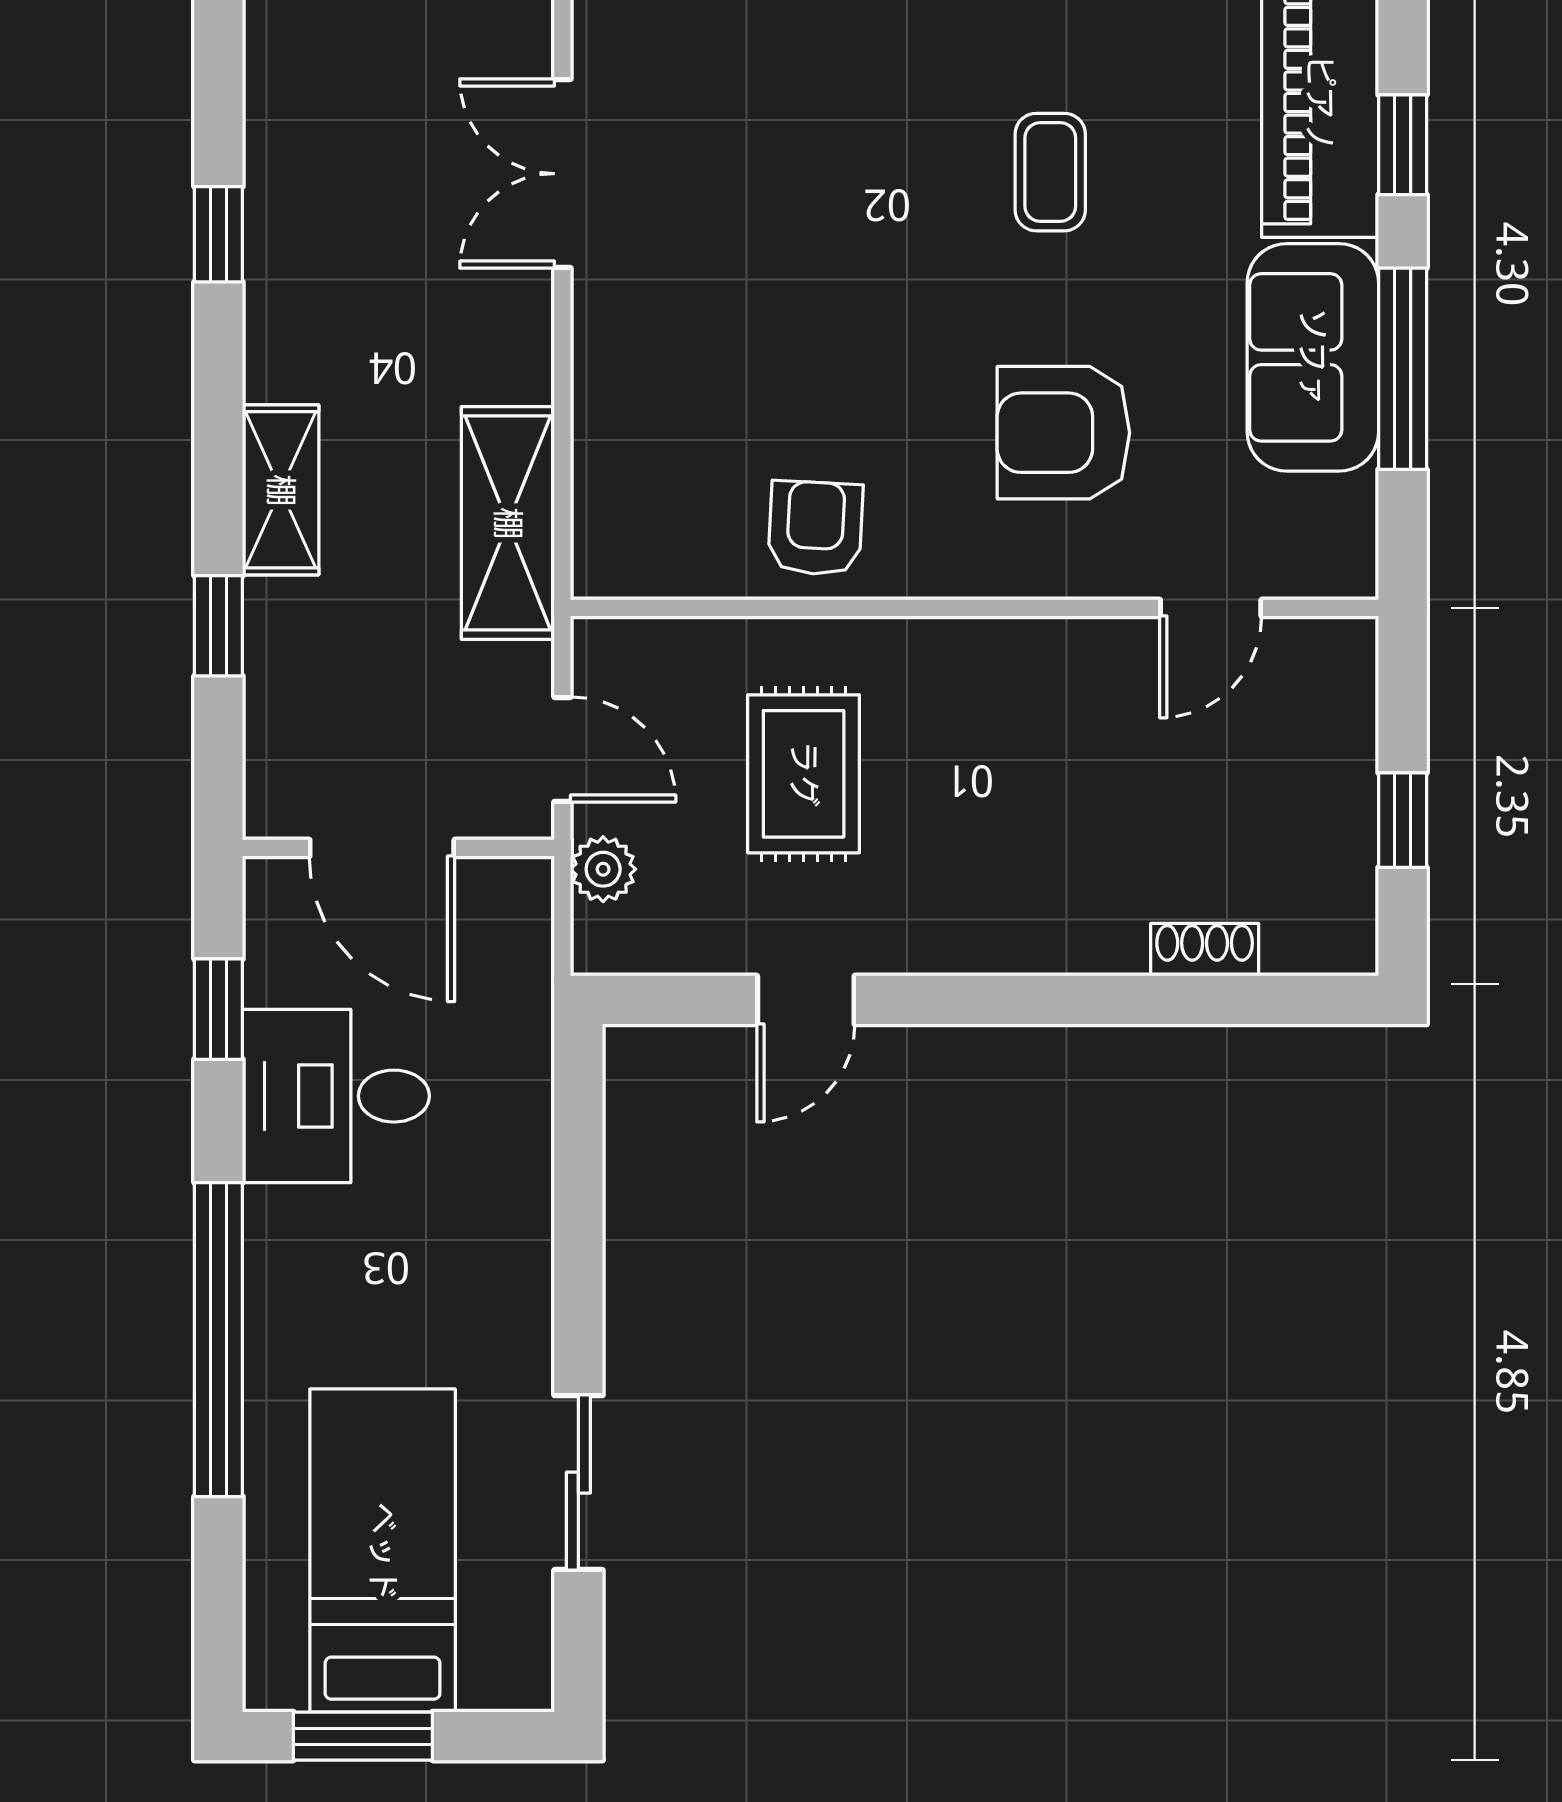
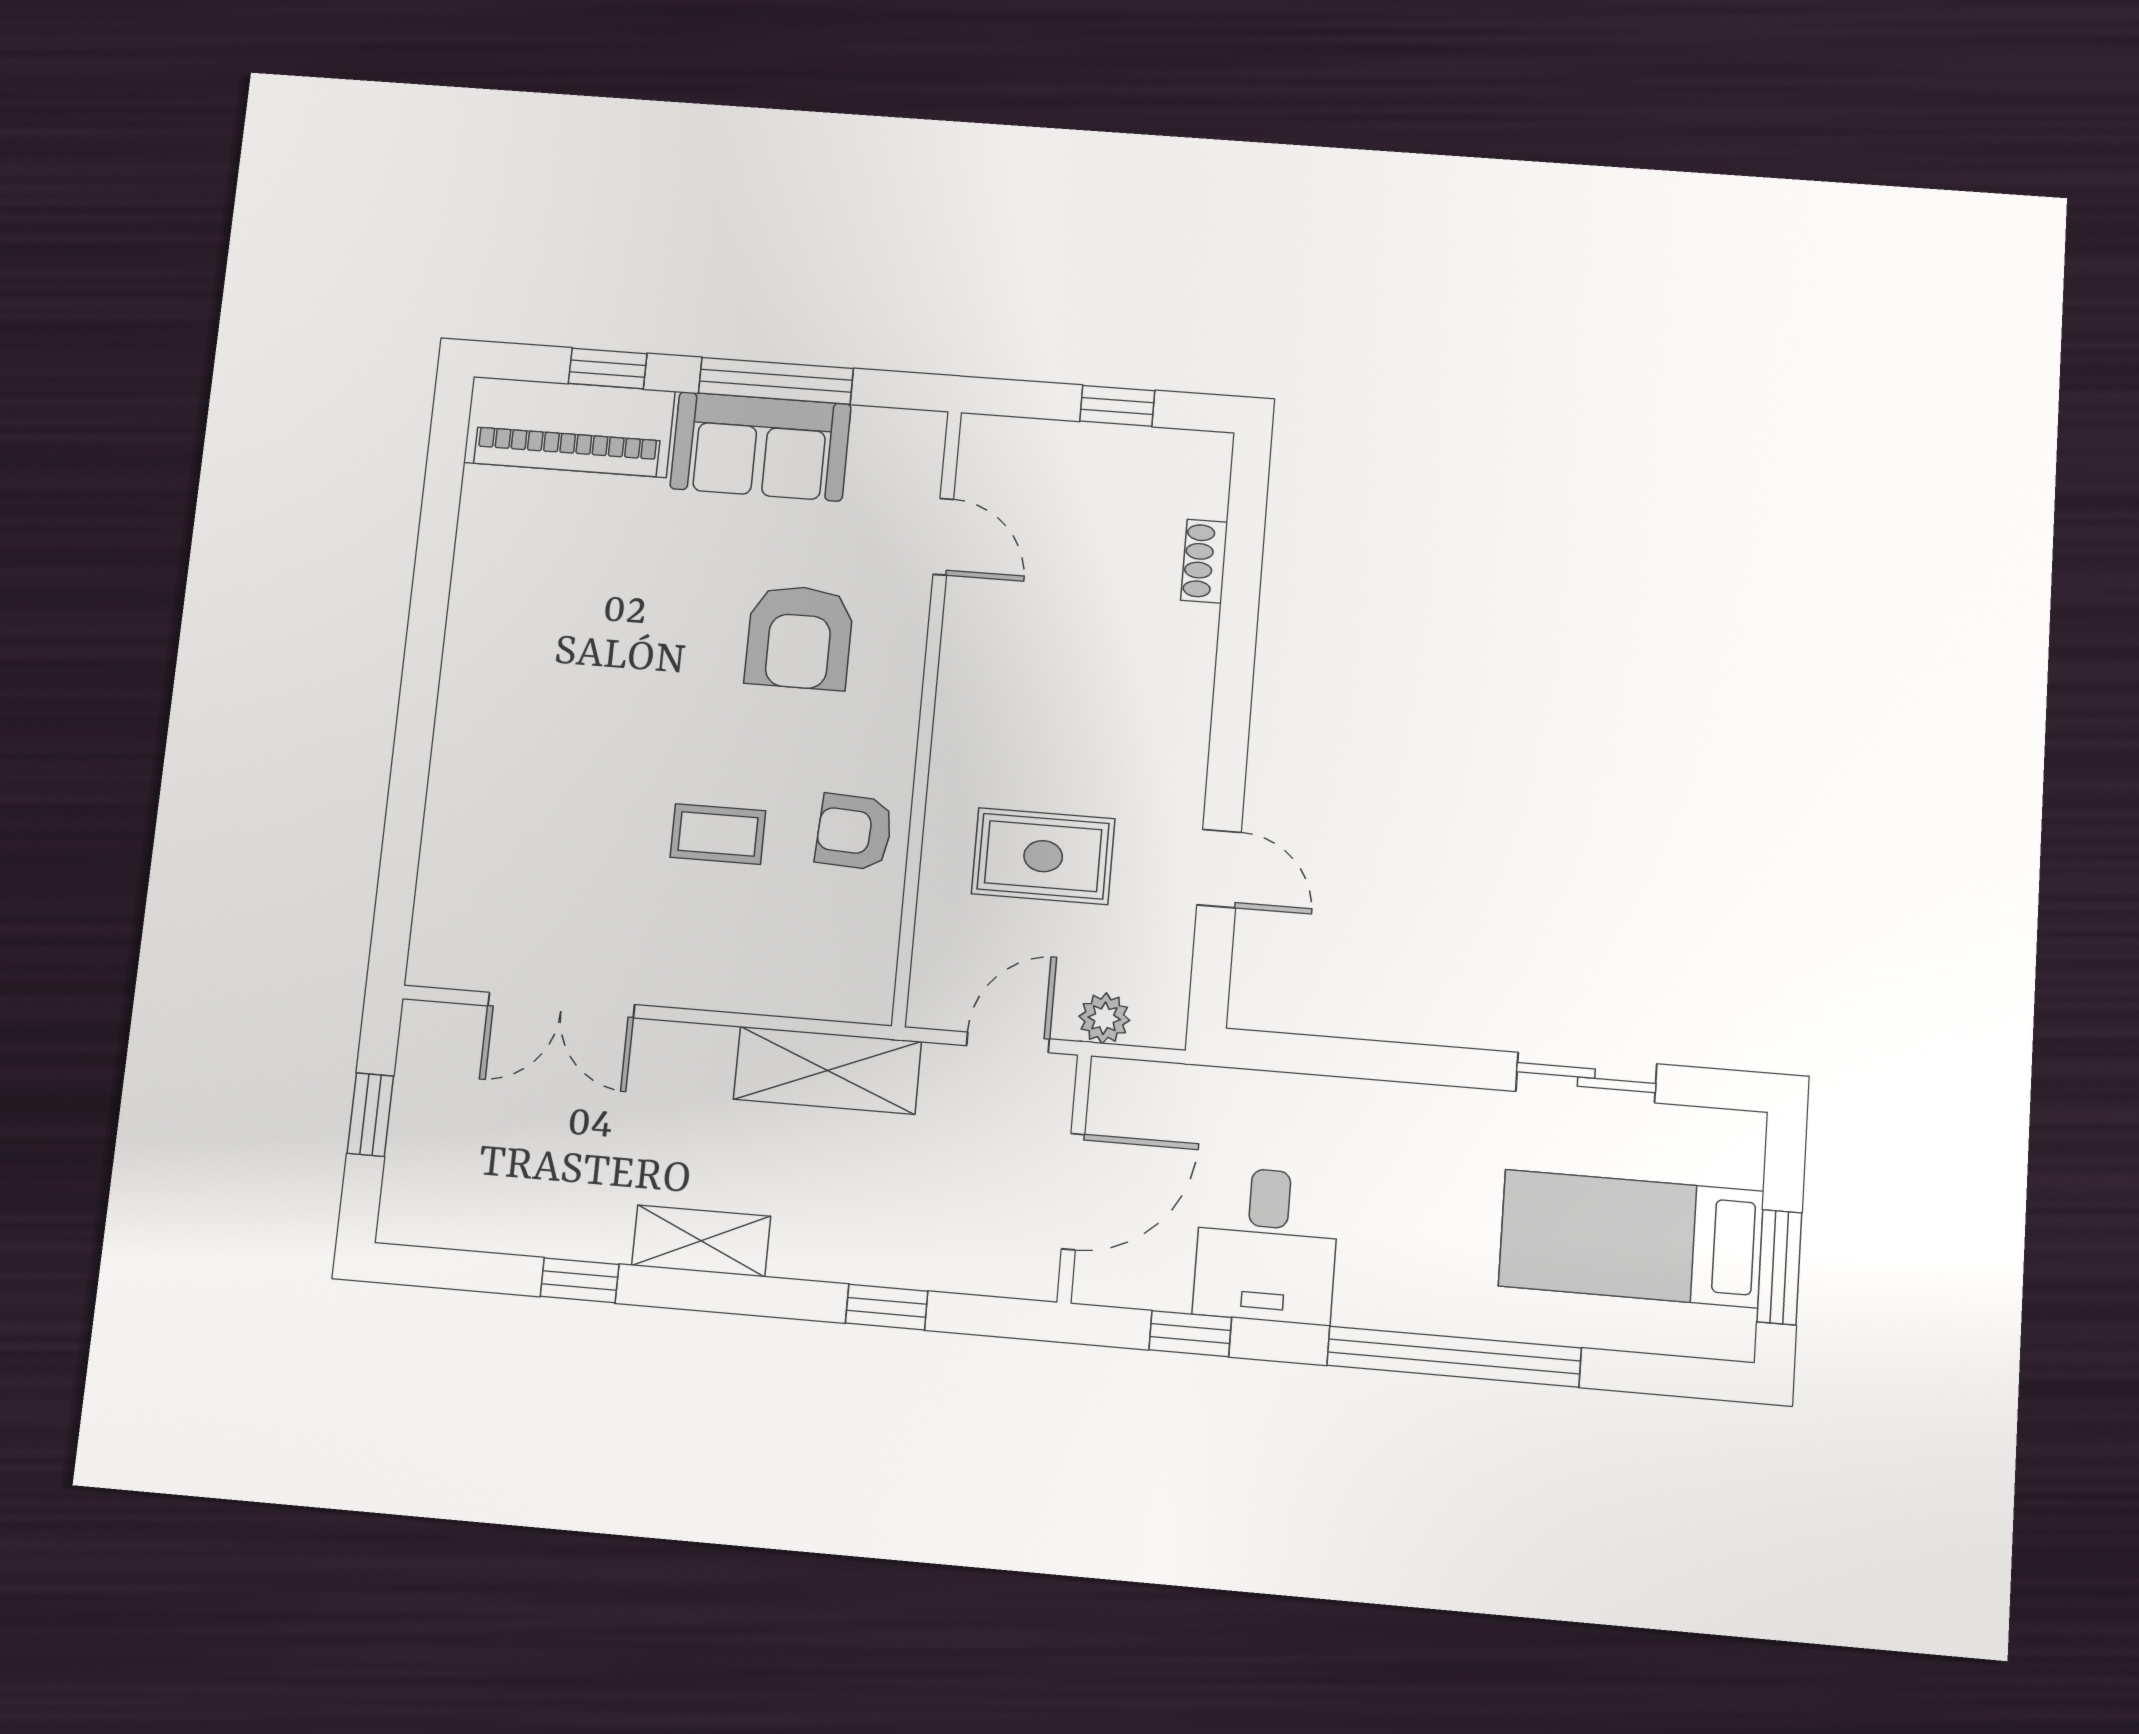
coffee table: (1050, 172) -> (718, 834), moved
shelving: (281, 490) -> (701, 1241), moved

